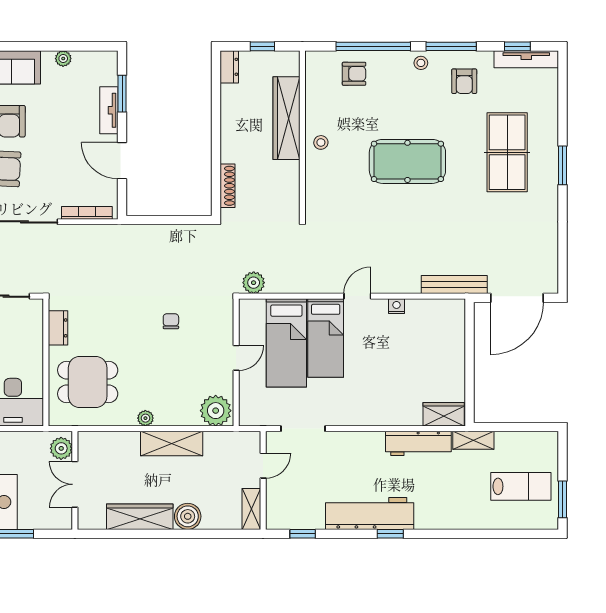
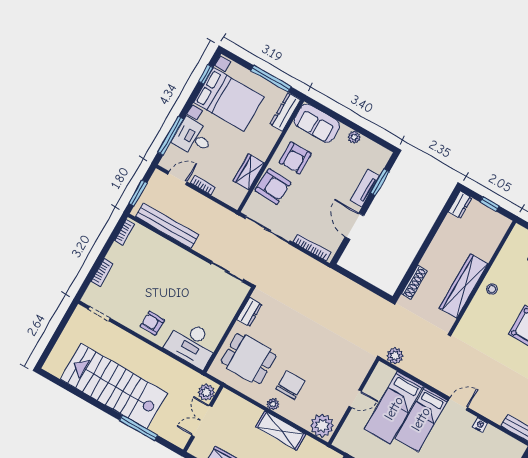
wardrobe: (286, 118) -> (464, 286), moved
chair: (171, 321) -> (290, 385), moved, width x1.87, depth x1.87

